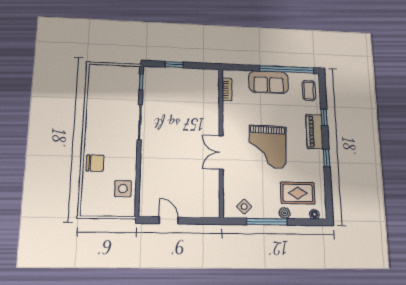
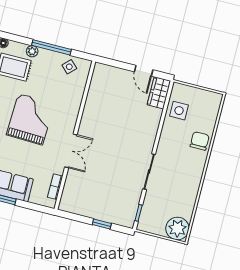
plant: (100, 75) -> (177, 228), added
double door: (221, 152) -> (71, 151), moved
chair: (95, 163) -> (200, 141), turned 90
wardrobe: (148, 202) -> (159, 93), added

